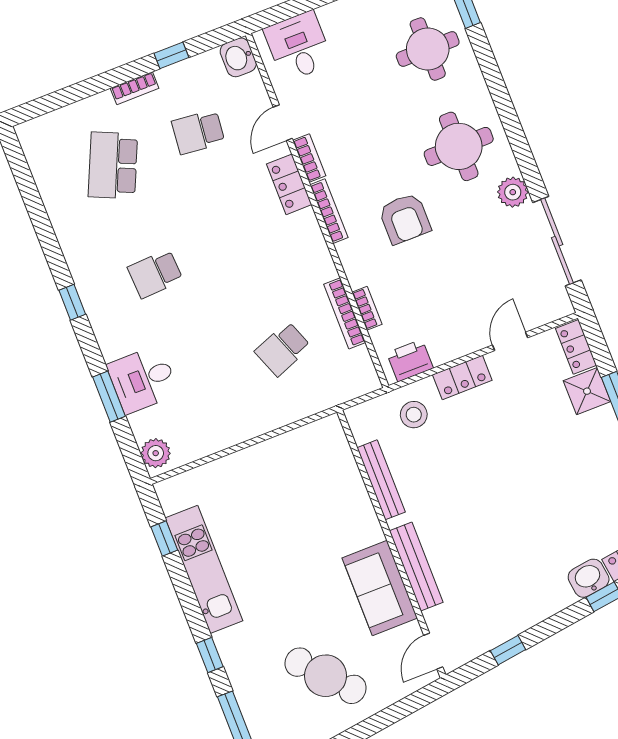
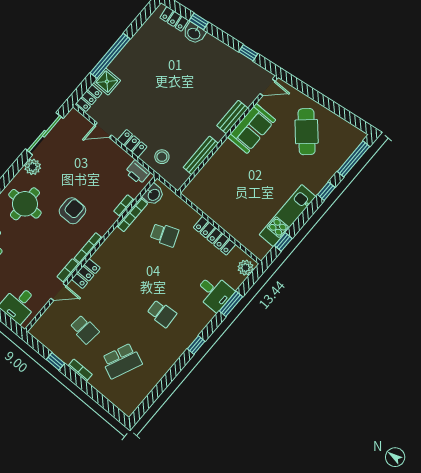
washbasin: (238, 57) -> (153, 195), moved
locker: (236, 430) -> (214, 236), added
bench: (416, 566) -> (232, 117), width x0.73

